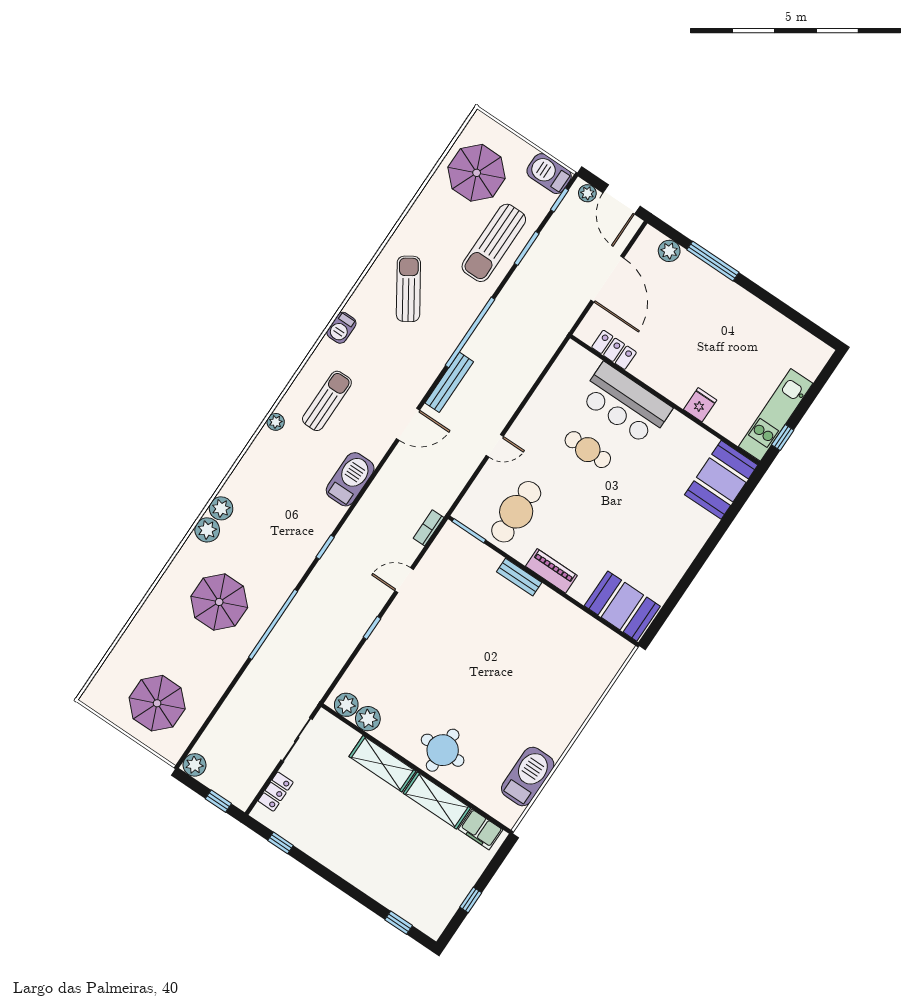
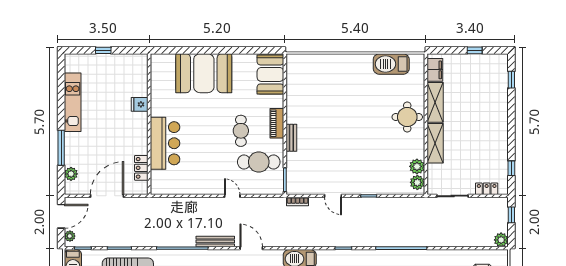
kitchen unit: (776, 415) -> (73, 102), moved, turned -90
window: (783, 438) -> (103, 50), moved
cafe table: (588, 450) -> (241, 131), moved
booth: (721, 480) -> (204, 73), moved, width x1.36, depth x1.42

